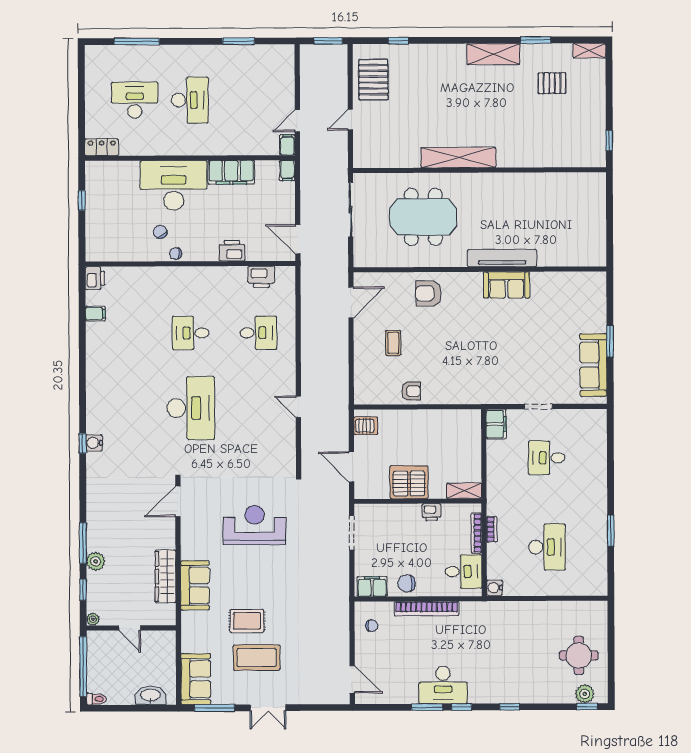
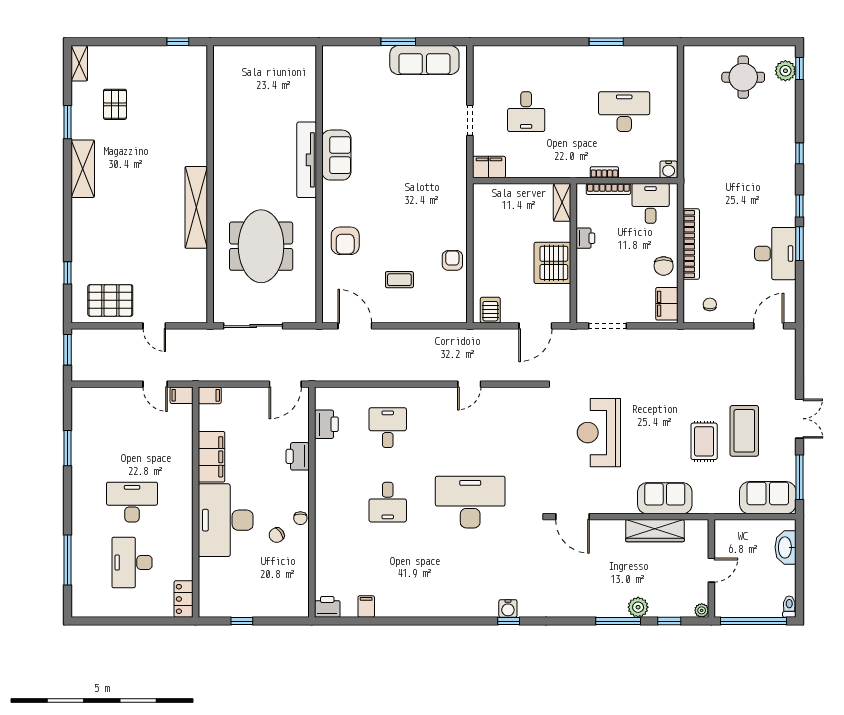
desk: (443, 685) -> (775, 254), moved

